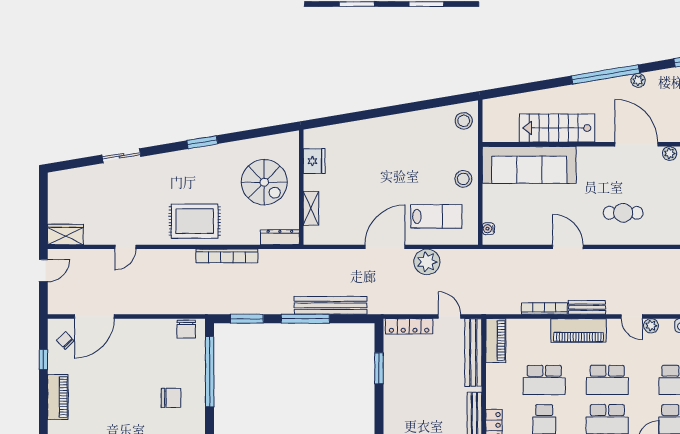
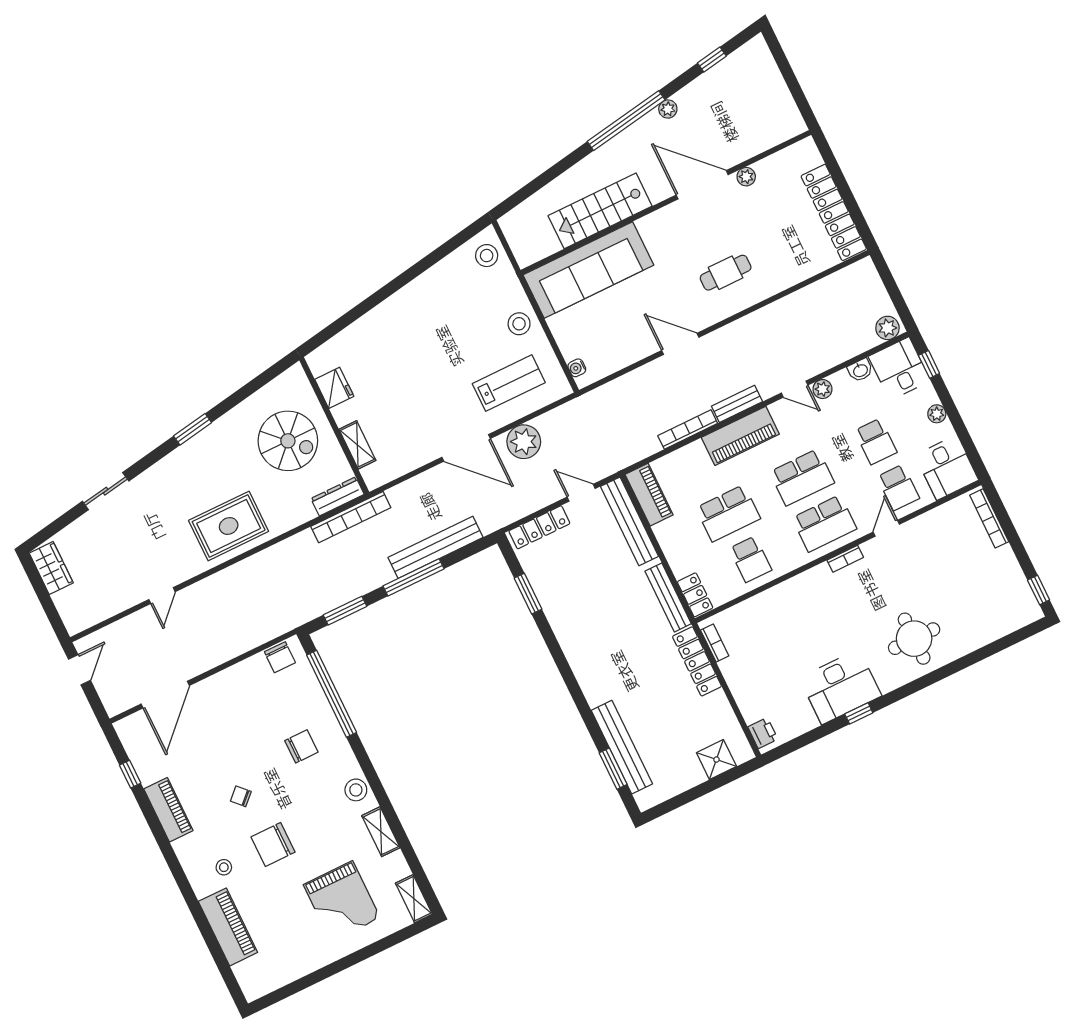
wardrobe: (65, 235) -> (51, 568), moved, turned 90
door: (385, 247) -> (466, 448), swing flipped
bookcase: (227, 256) -> (351, 517), moved
chair: (65, 341) -> (241, 796), moved

